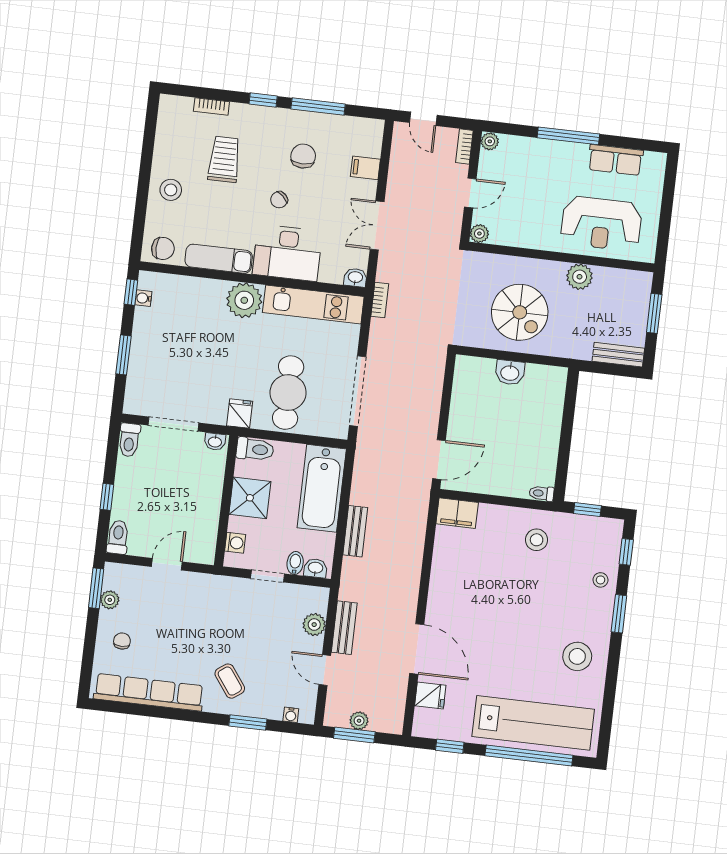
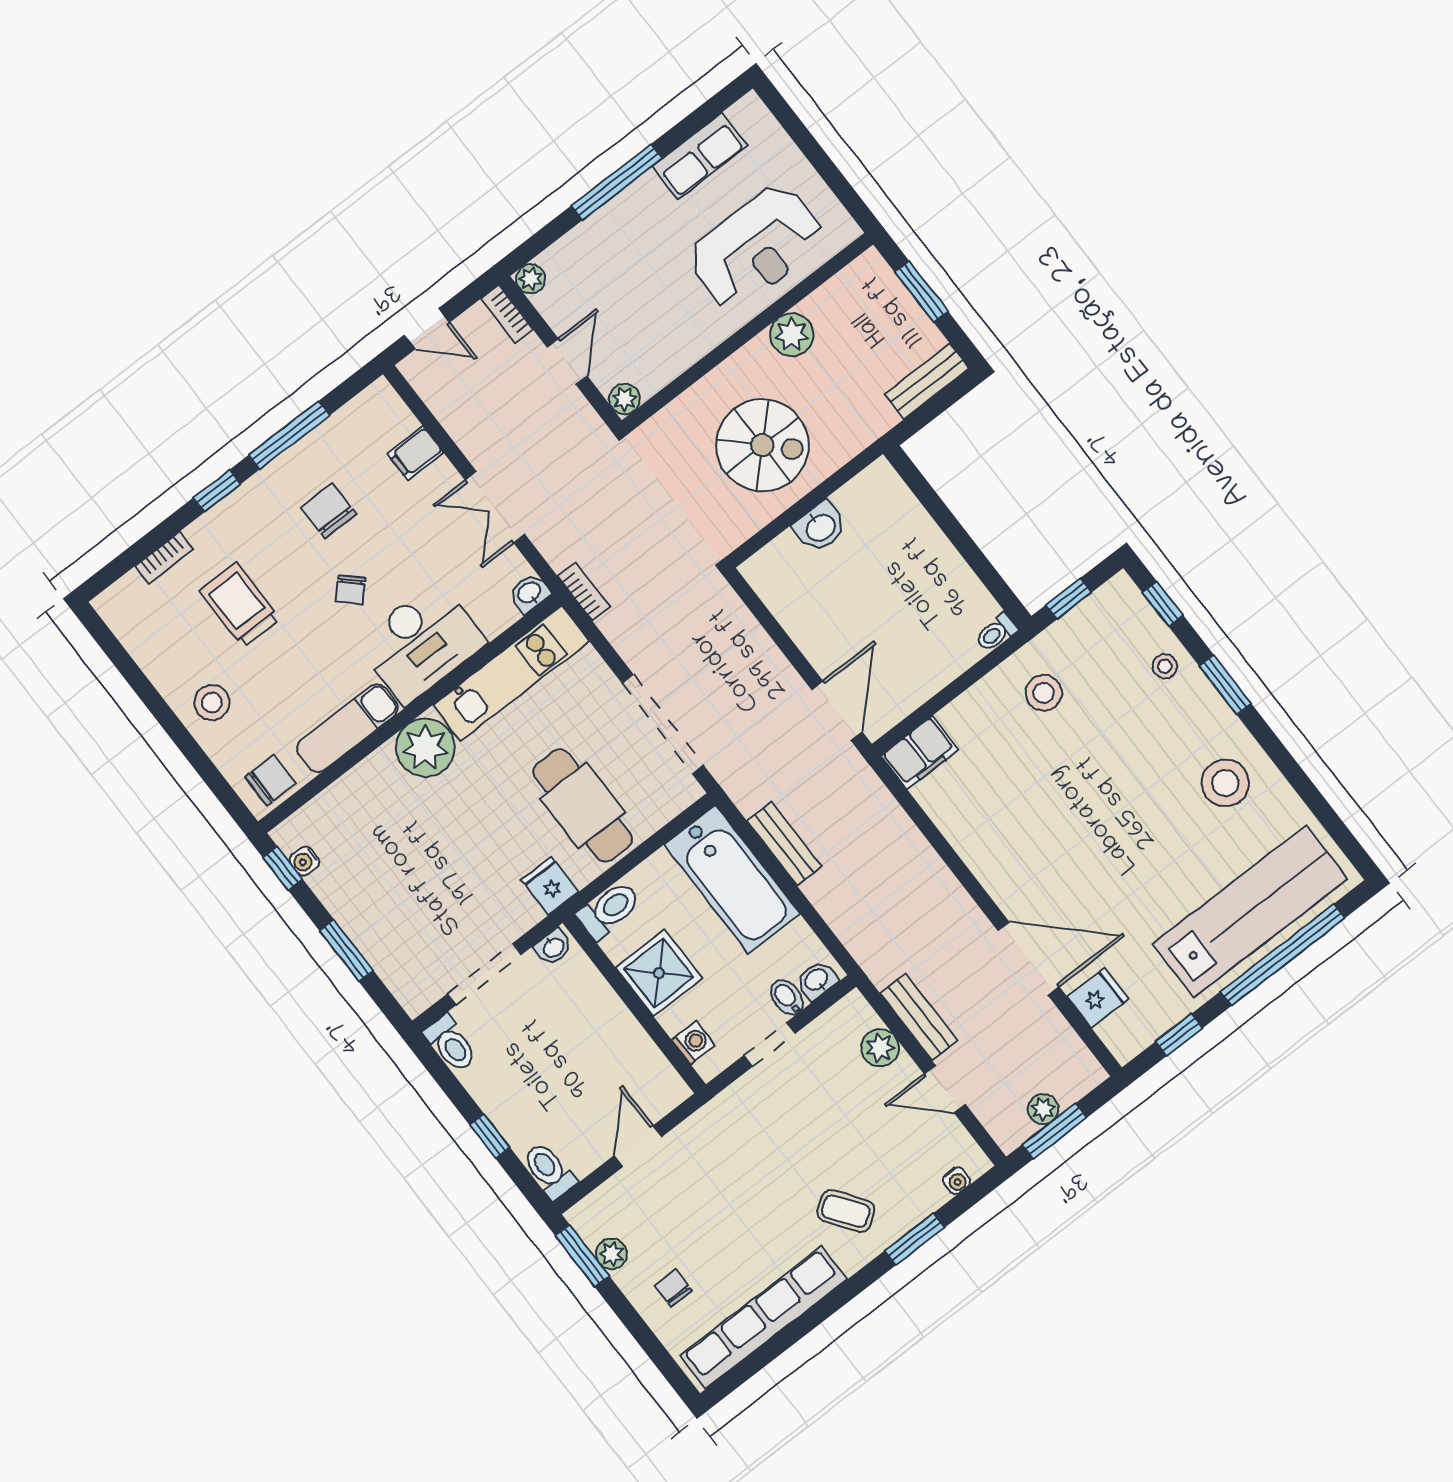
bench: (355, 531) -> (784, 844), moved

